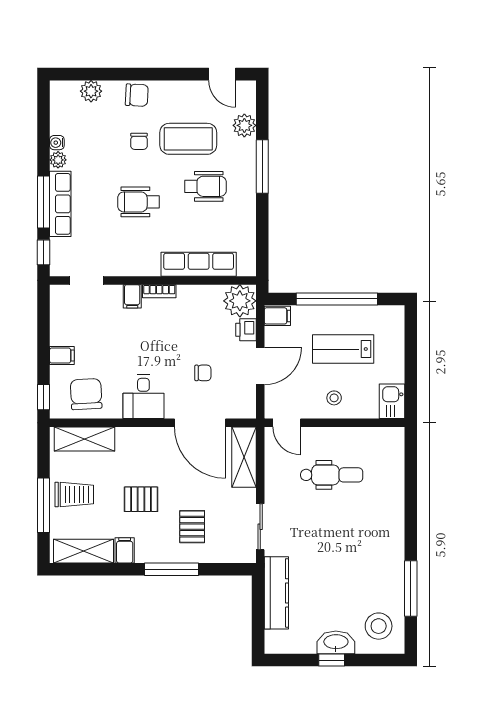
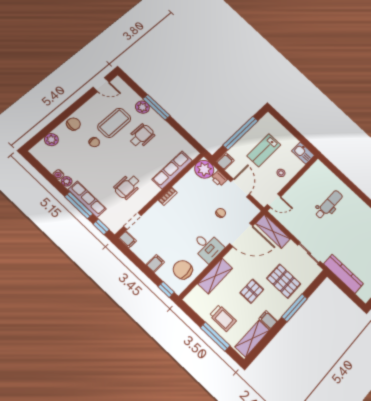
plant: (244, 125) -> (142, 107), moved
wheelchair: (139, 202) -> (127, 187), moved
filing cabinet: (132, 296) -> (127, 239), moved
shelving: (84, 439) -> (215, 276), moved
dental chair: (332, 475) -> (329, 205), moved
trolley: (74, 494) -> (223, 318), turned 90
pallet: (192, 527) -> (284, 281), width x1.50, depth x1.42

